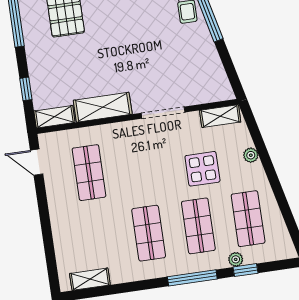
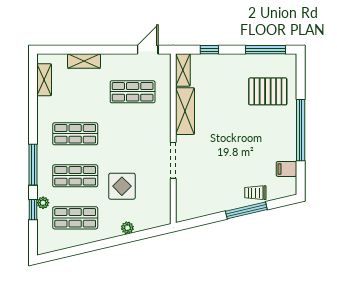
shelving: (220, 116) -> (84, 61), moved, turned 90

